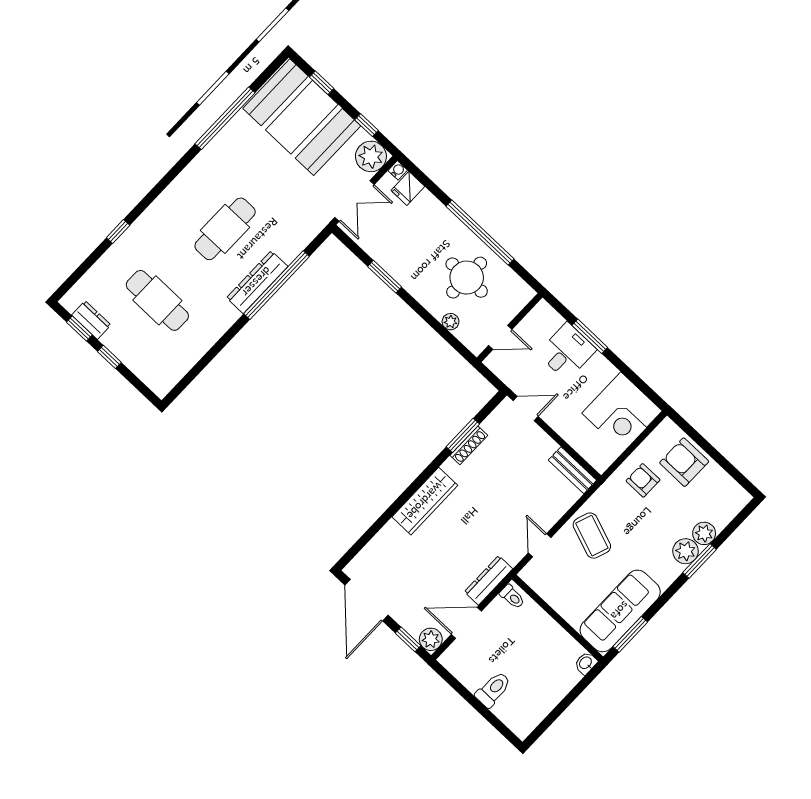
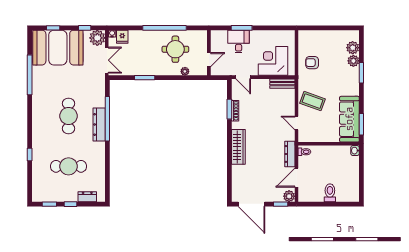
dresser: (91, 320) -> (87, 197), moved
door: (526, 409) -> (243, 77), swing flipped
corner desk: (622, 412) -> (273, 61), moved, turned 180
armchair: (684, 462) -> (321, 41), removed
plant: (685, 551) -> (353, 48), moved

